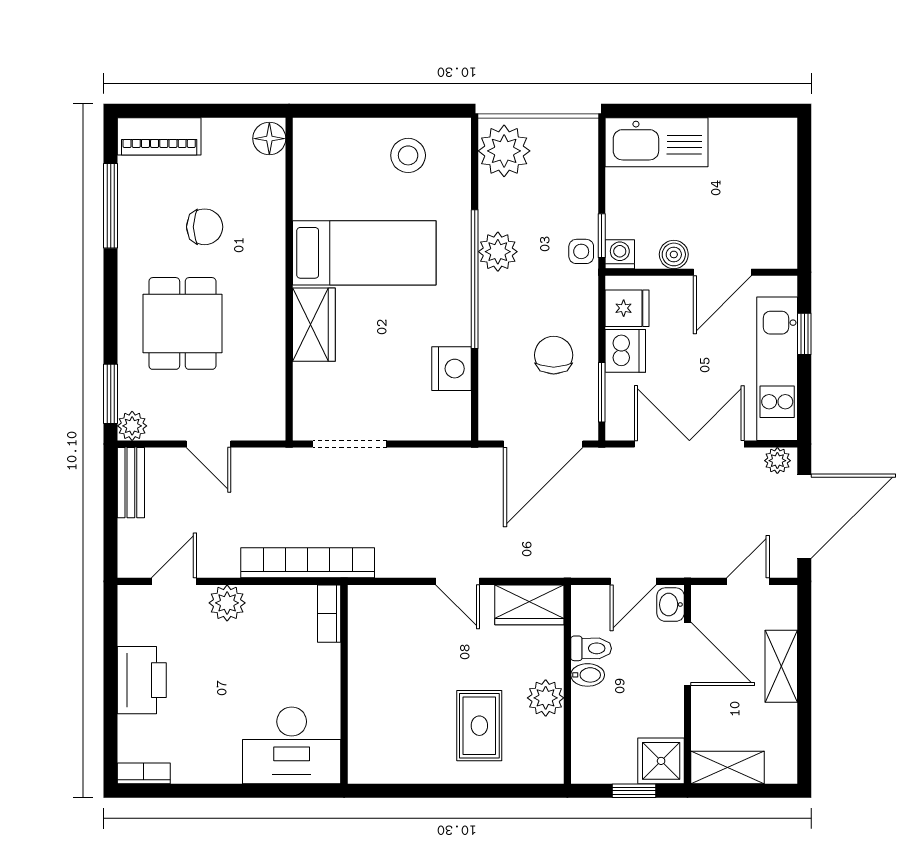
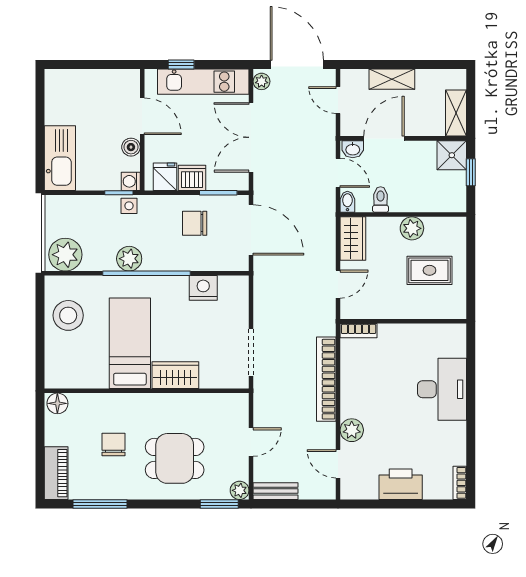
stool: (408, 155) -> (68, 315), width x1.38, depth x1.38
bookcase: (329, 614) -> (359, 331), moved
bidet: (588, 675) -> (347, 202), moved
wall: (344, 684) -> (403, 321), moved

